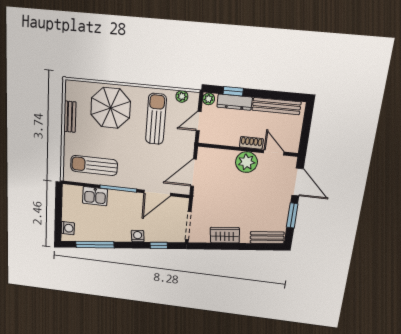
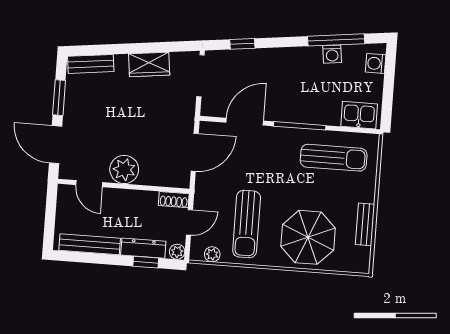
shoe rack: (251, 143) -> (174, 200), moved
kitchen sink: (95, 196) -> (359, 115), moved
washing machine: (138, 236) -> (332, 54), moved

